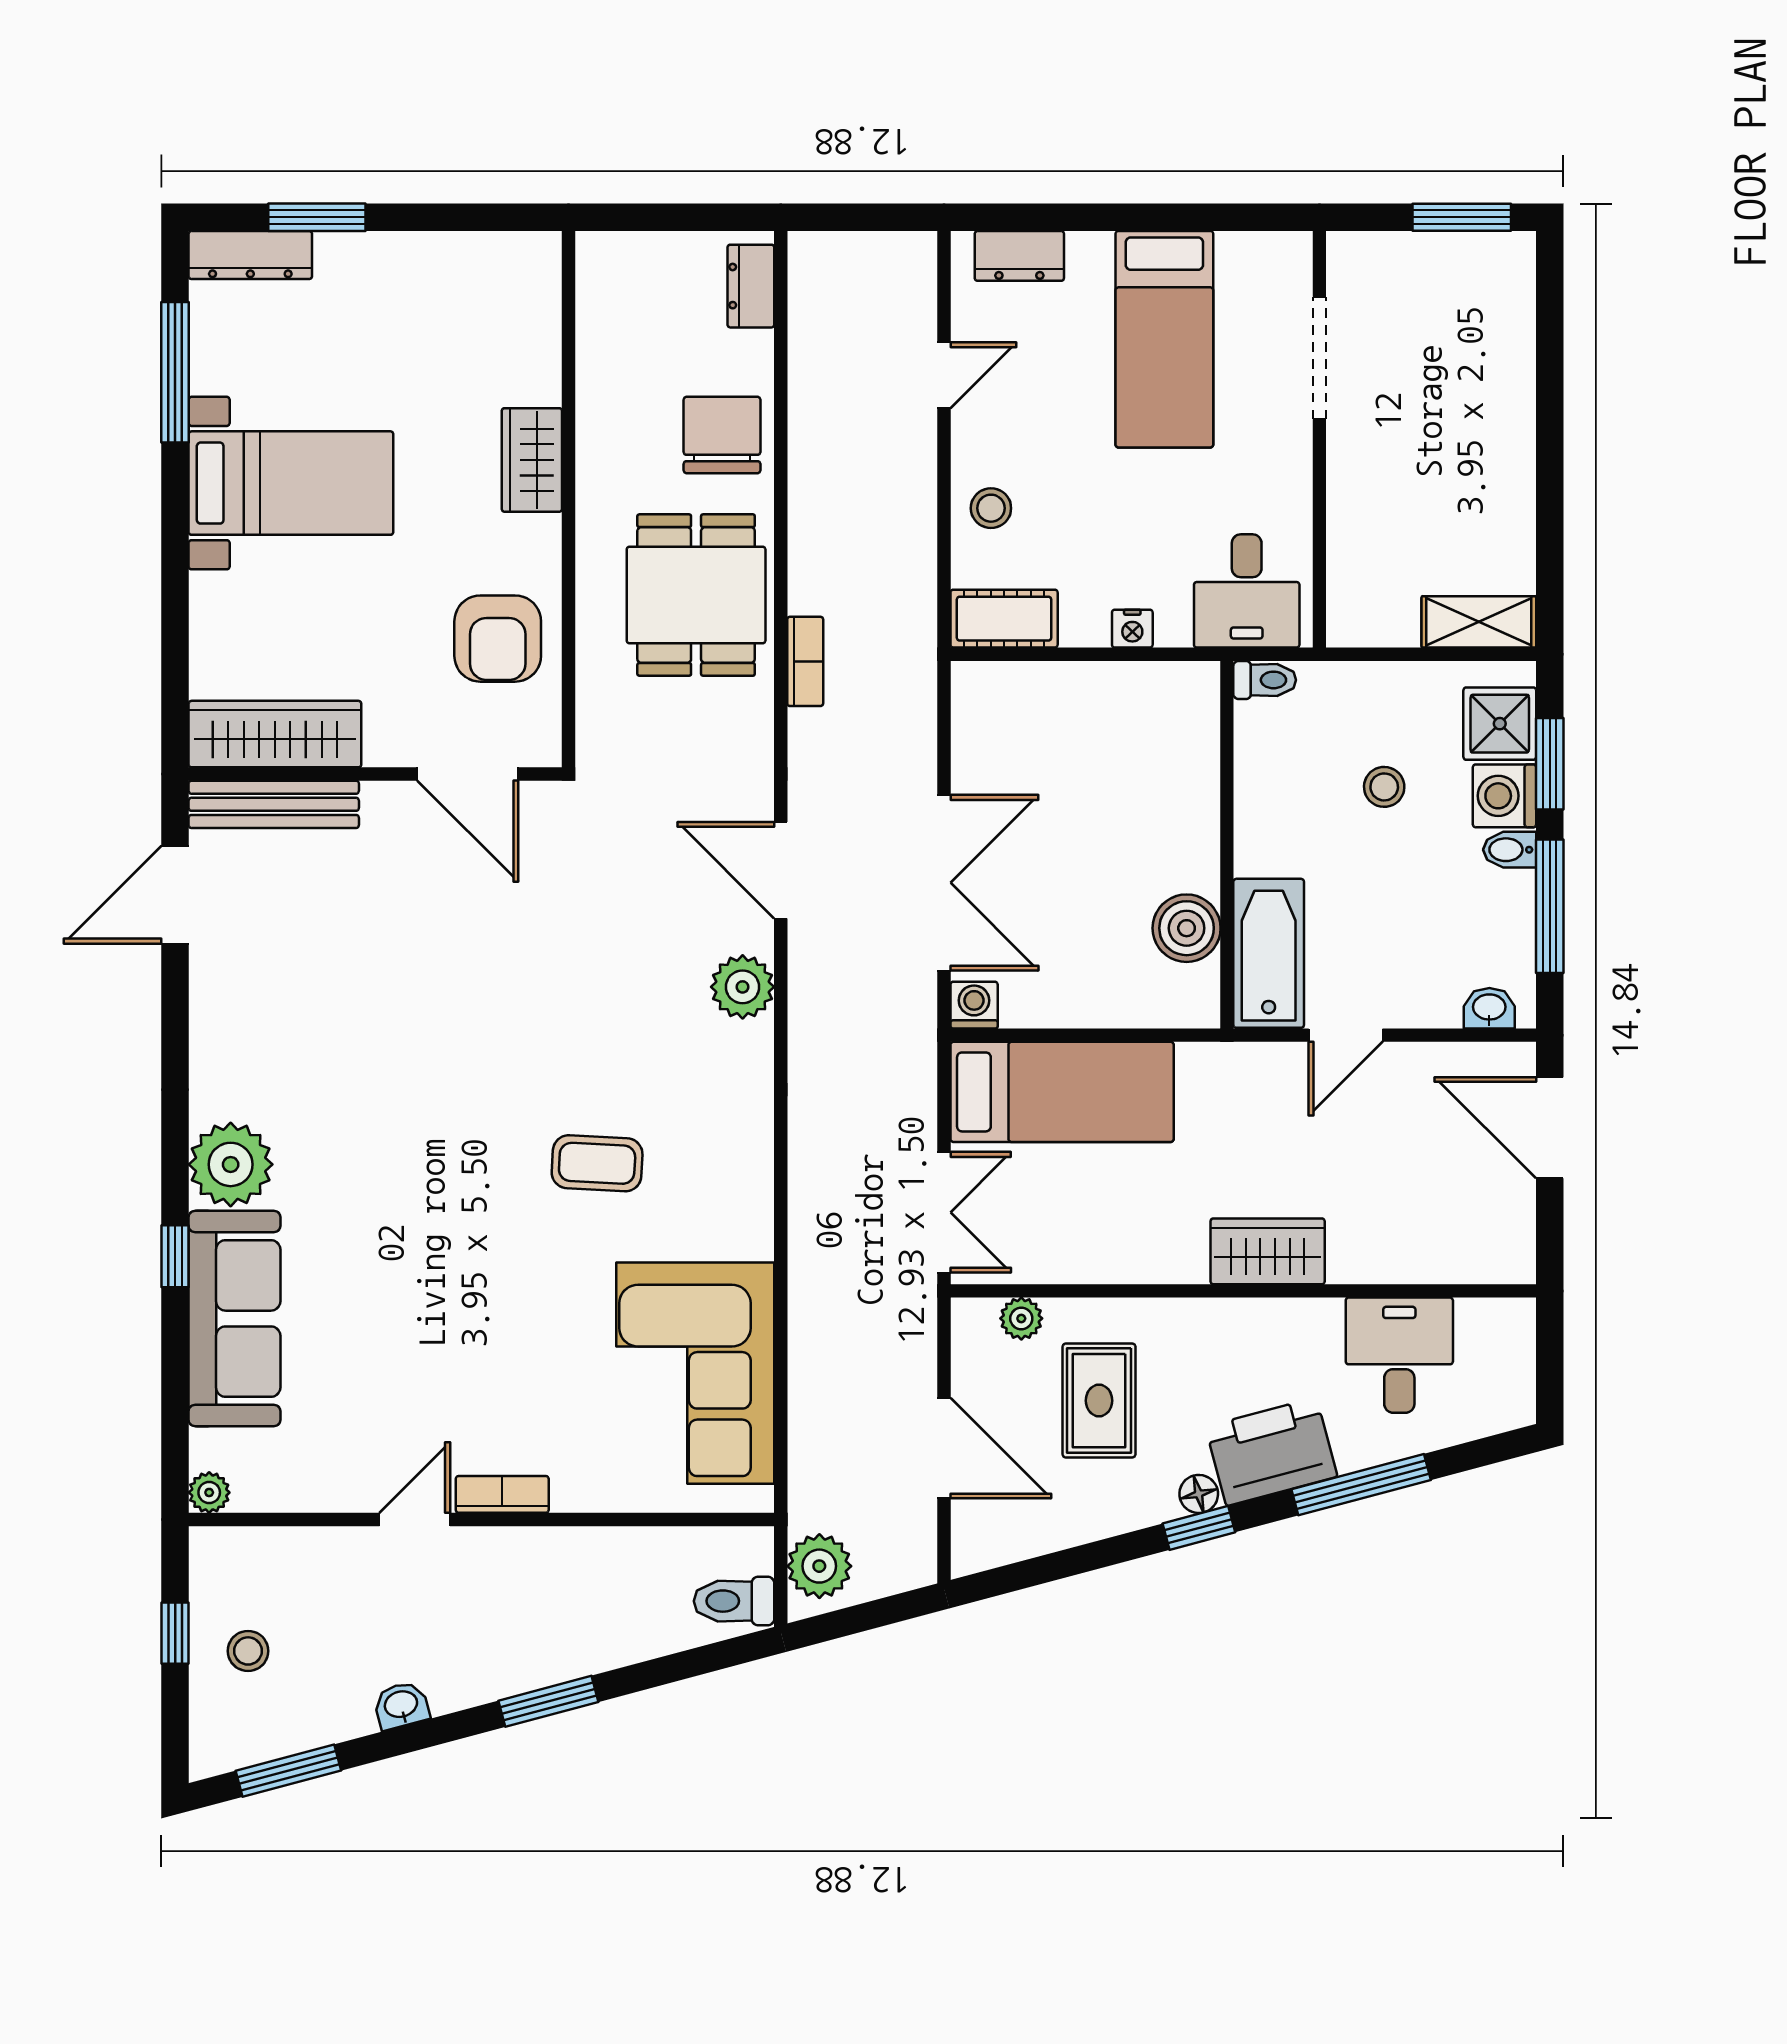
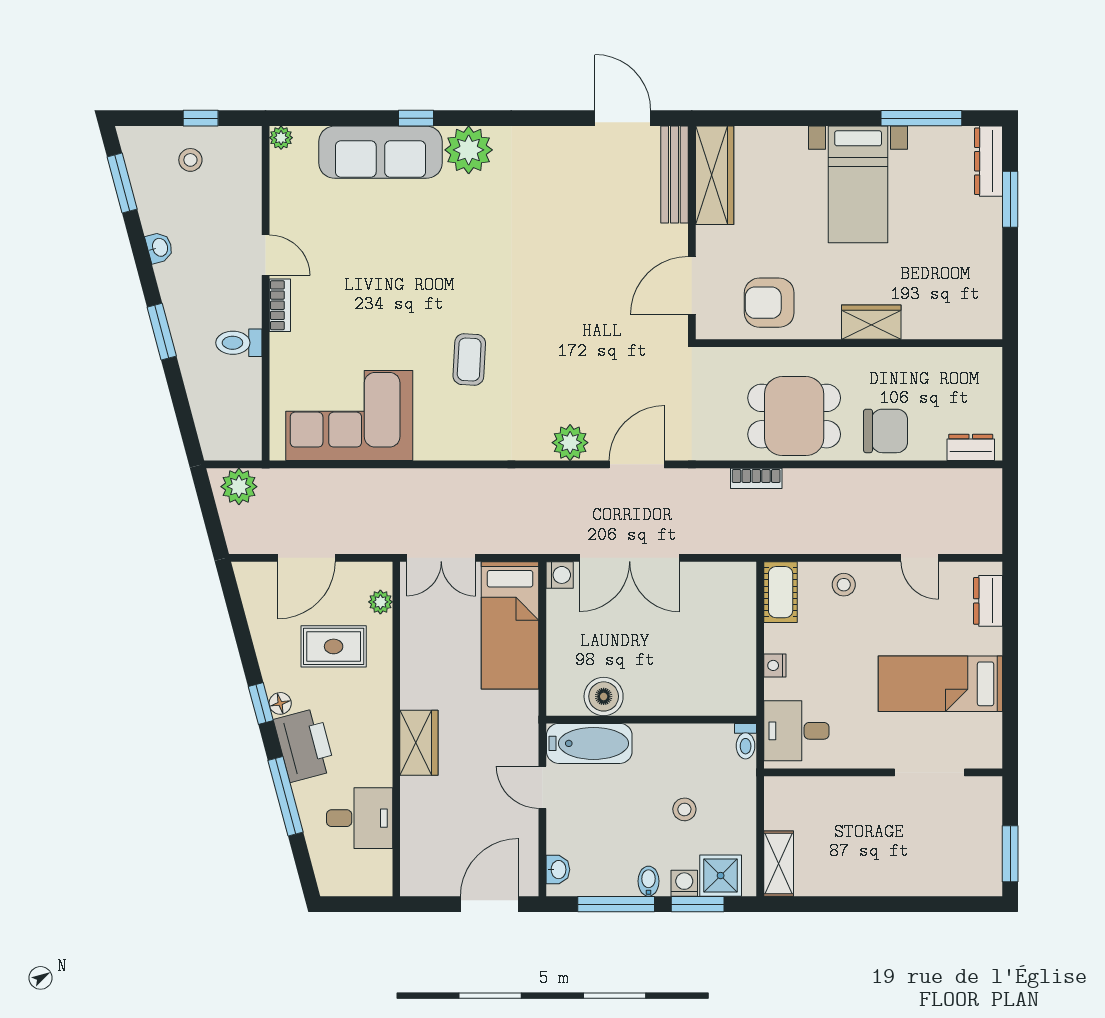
washing machine: (1504, 796) -> (684, 883), width x0.73, depth x0.73
toilet: (734, 1601) -> (239, 343), moved, turned -90

